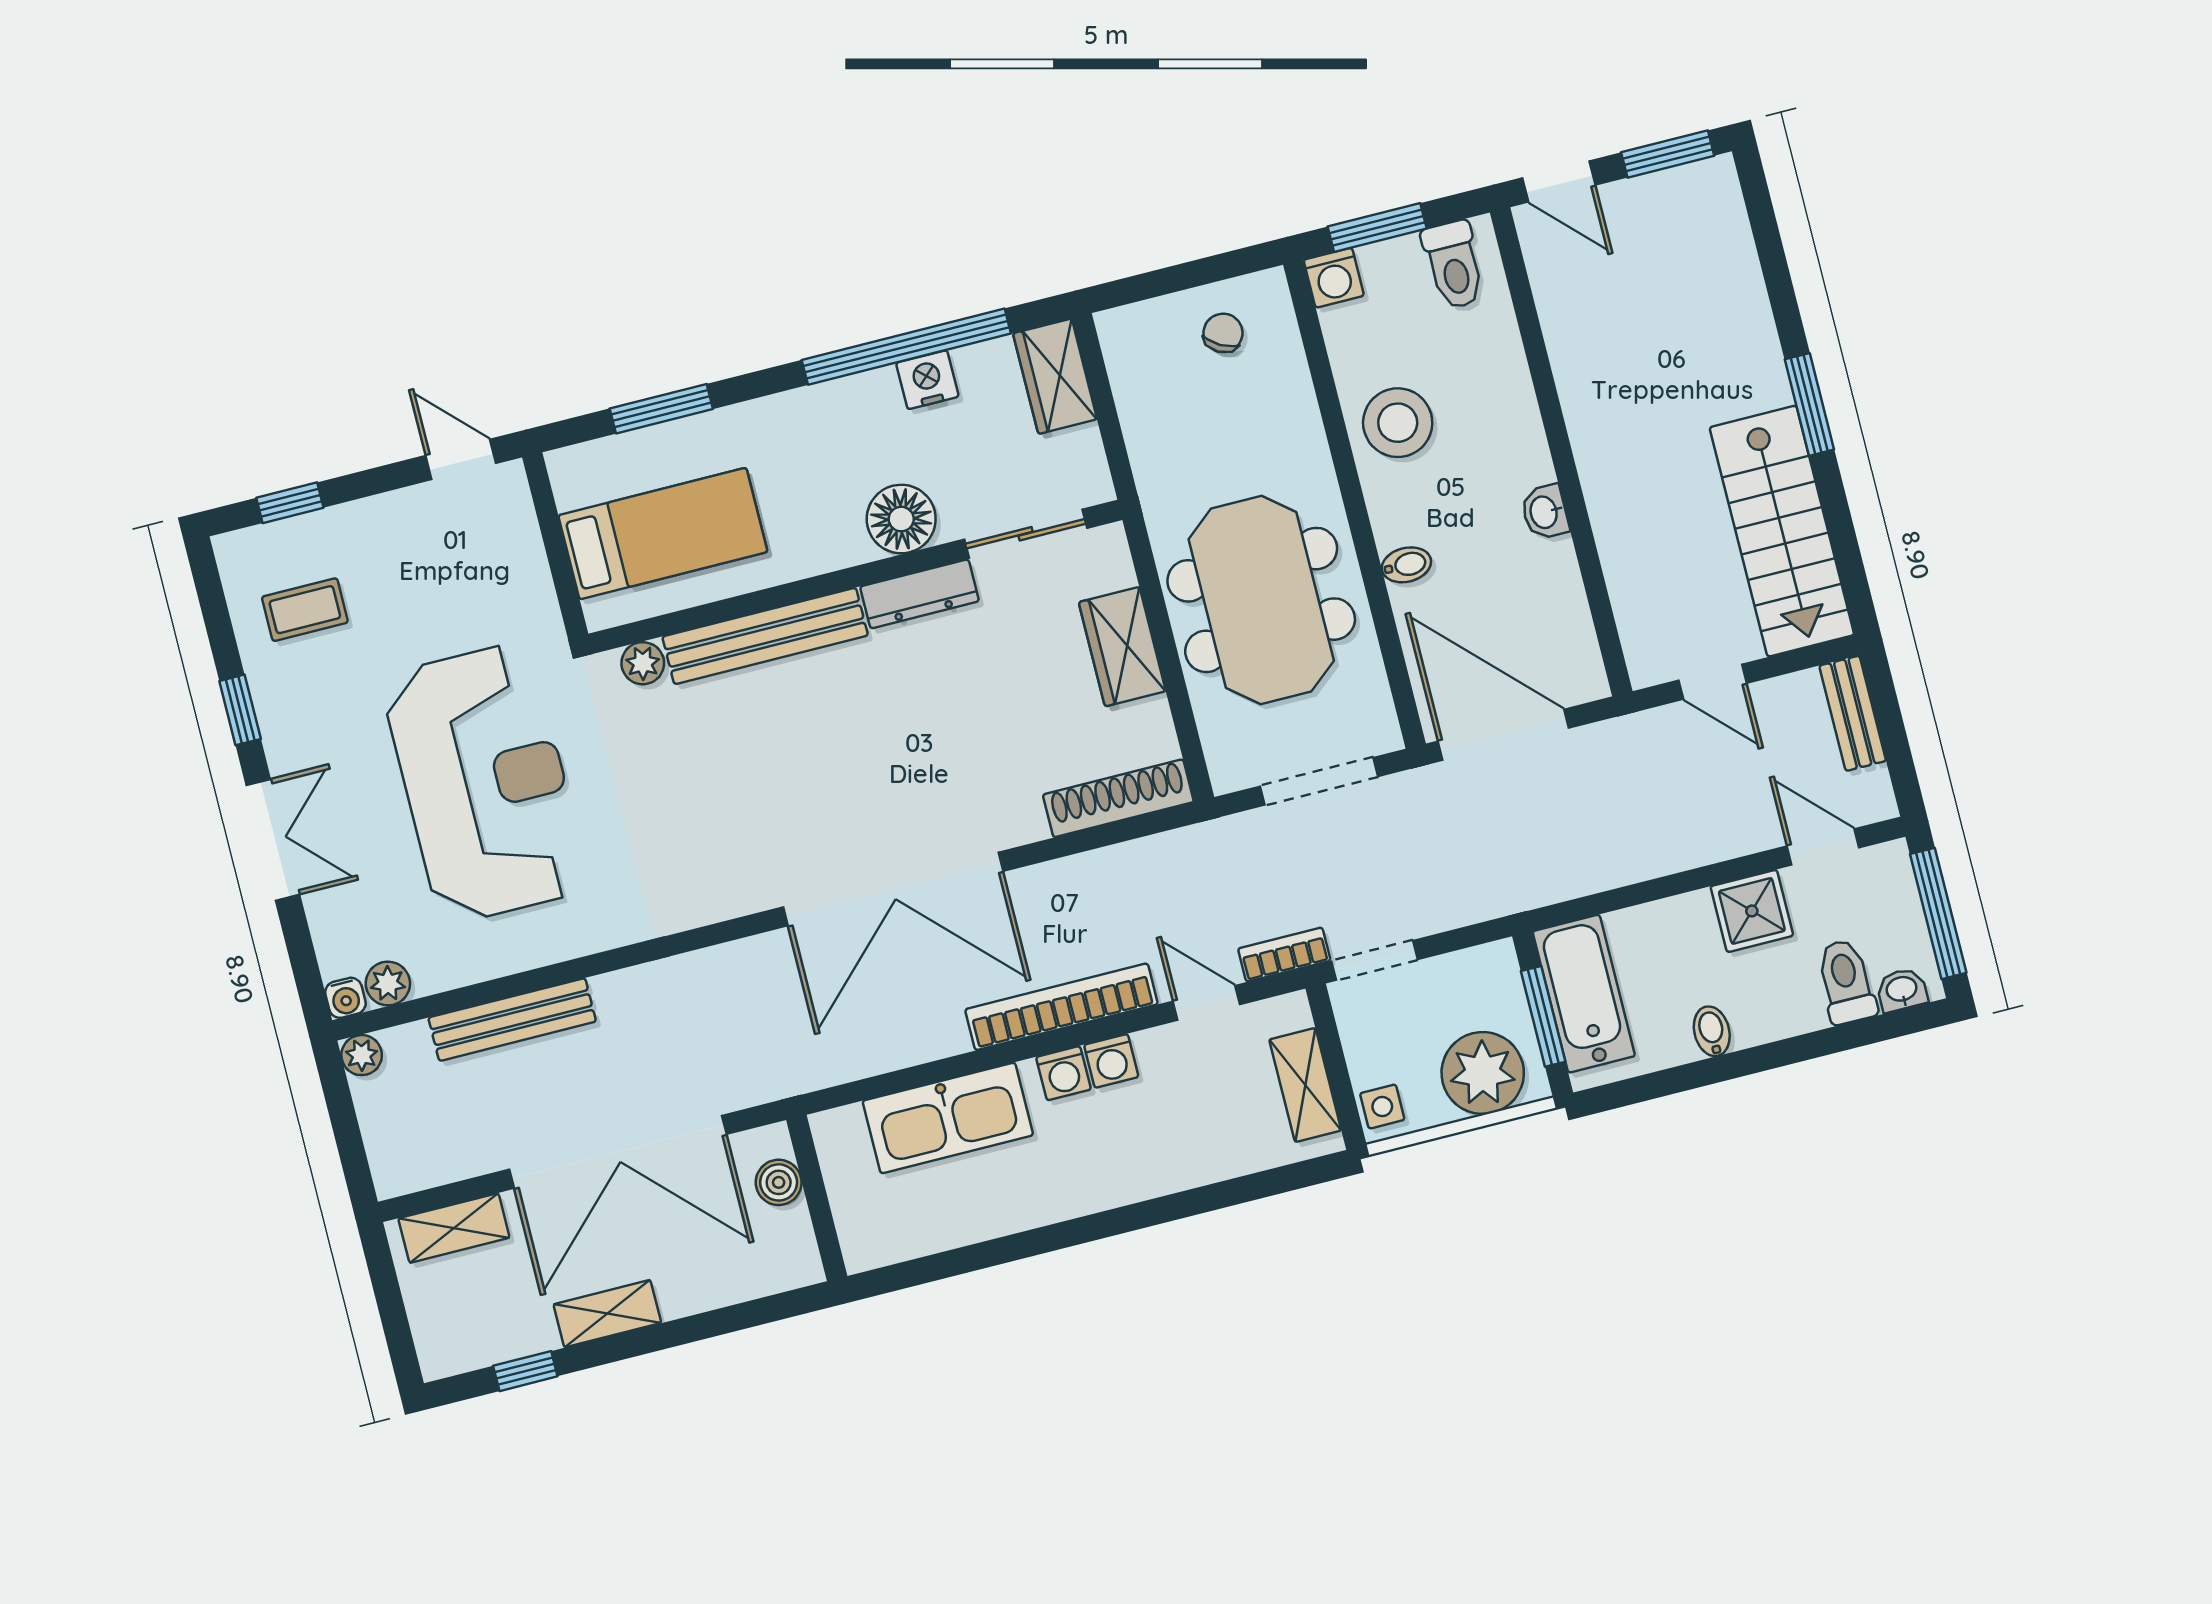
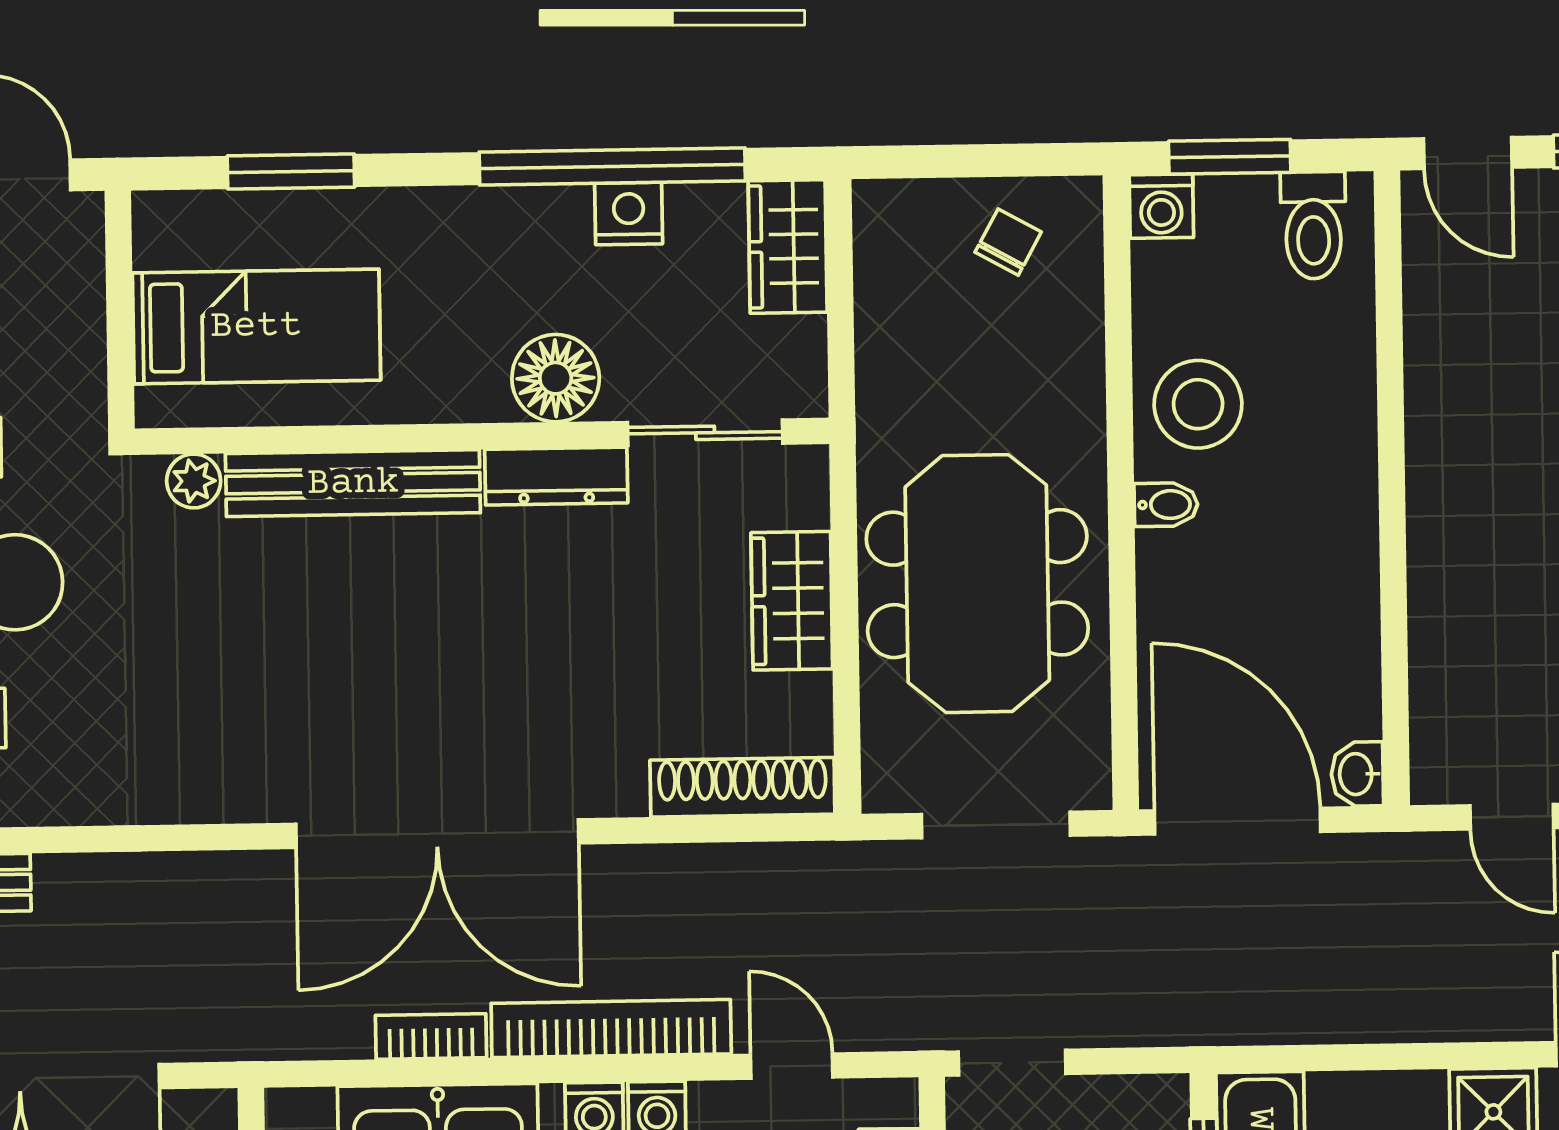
washbasin: (1545, 512) -> (1357, 774), moved
bidet: (1406, 565) -> (1166, 505), moved
bookcase: (1284, 955) -> (431, 1036), moved

